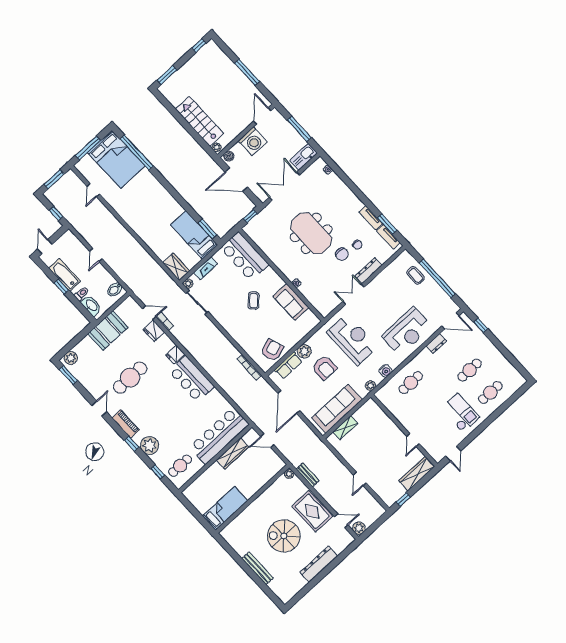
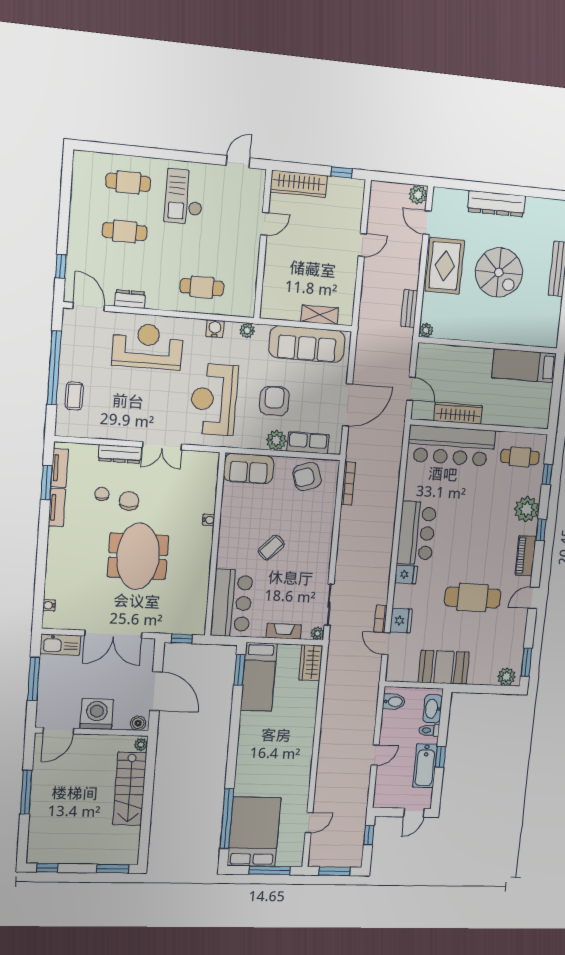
sofa: (291, 302) -> (249, 469), moved, turned 90

